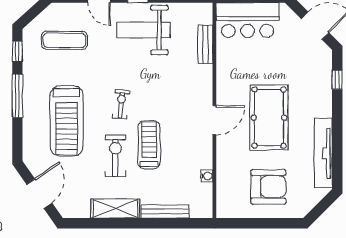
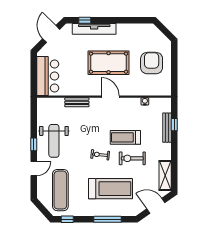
exercise mat: (64, 40) -> (60, 190), width x1.36, depth x1.45
bench: (205, 44) -> (77, 102), moved
window: (17, 96) -> (108, 219), moved
tv unit: (323, 153) -> (94, 29), moved
shelving: (115, 208) -> (165, 176), moved
window: (170, 223) -> (174, 125), added

